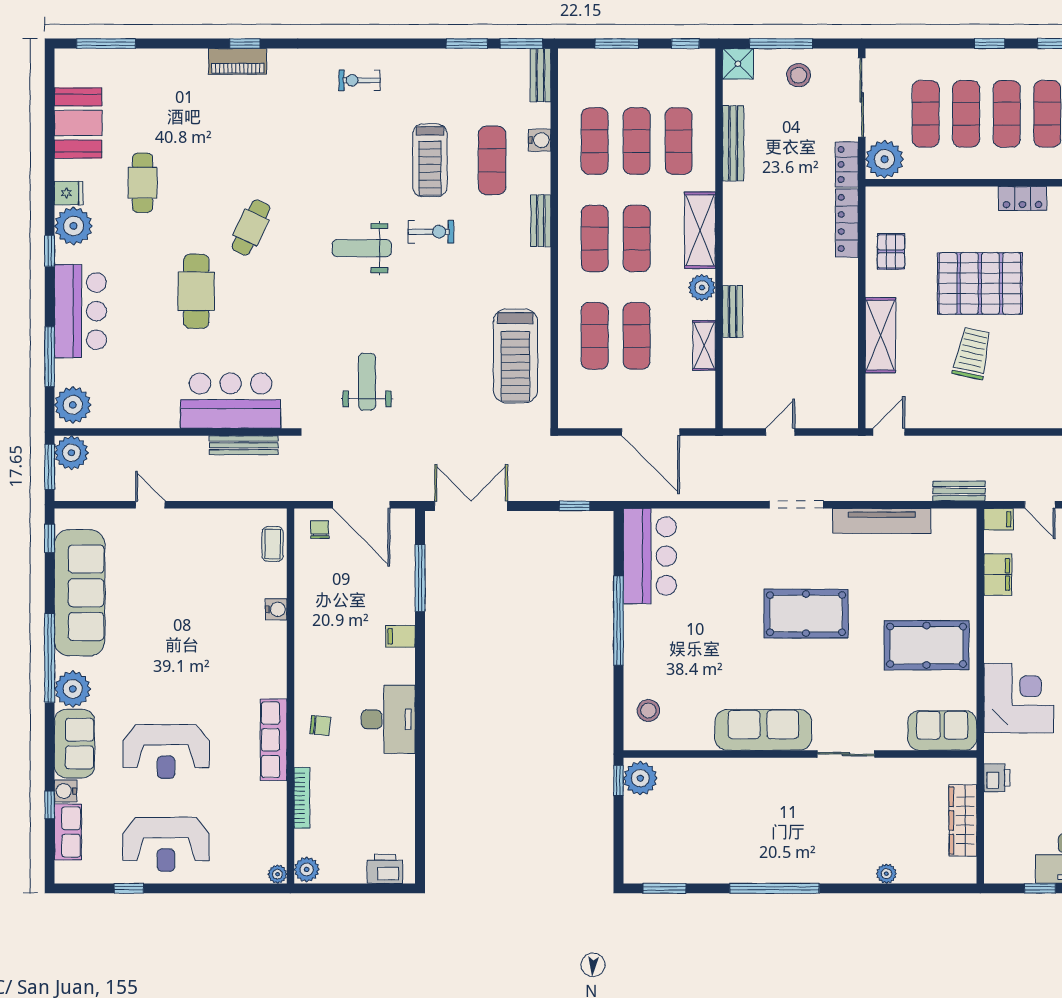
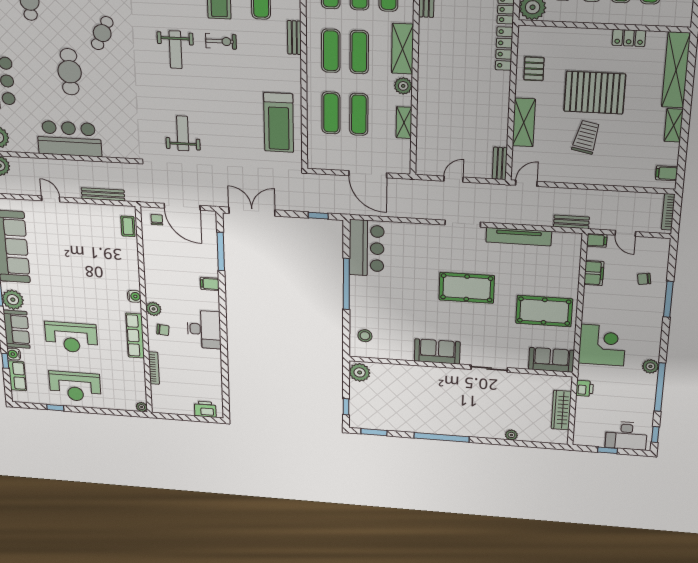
weight bench: (362, 248) -> (176, 50), turned -90
bench: (732, 311) -> (500, 163), moved
bar counter: (231, 401) -> (69, 139), moved
bench: (244, 445) -> (103, 194), moved
water cooler: (276, 609) -> (134, 296), moved
sofa: (763, 730) -> (437, 351), width x0.73
window: (618, 781) -> (346, 407), moved
plant: (307, 869) -> (154, 309), moved

